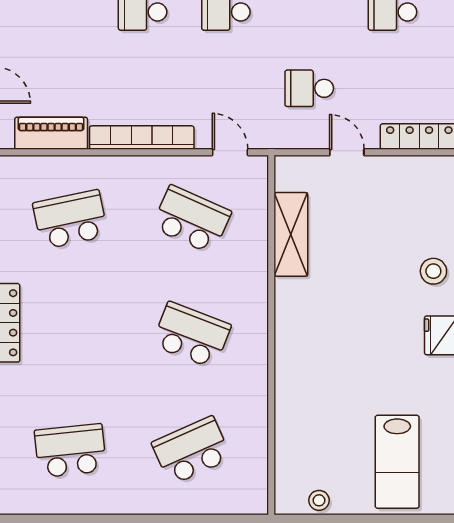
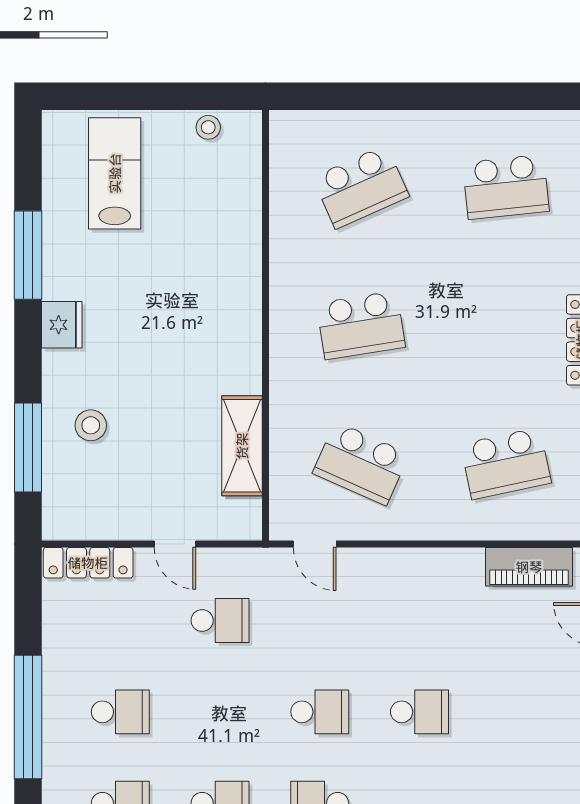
bookcase: (142, 138) -> (420, 562), removed
stool: (433, 271) -> (91, 425), moved
school desk: (191, 335) -> (361, 325), turned -30

